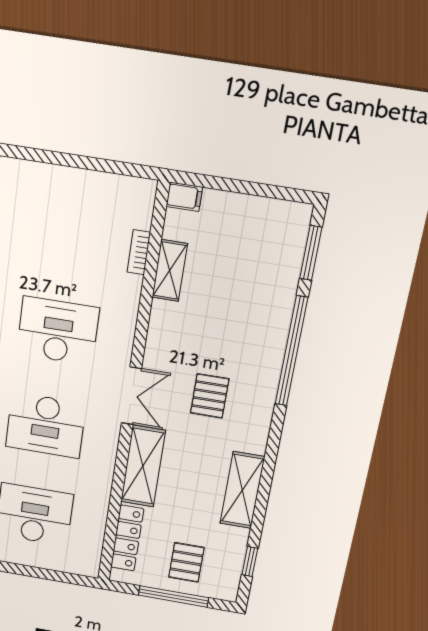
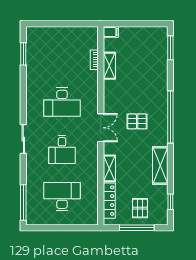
desk: (58, 331) -> (62, 102), turned 180
window: (291, 351) -> (170, 117), moved
pallet: (210, 396) -> (137, 121), turned 90
desk: (46, 425) -> (62, 149), width x0.73
shelving: (143, 466) -> (109, 168), width x0.67, depth x0.75

